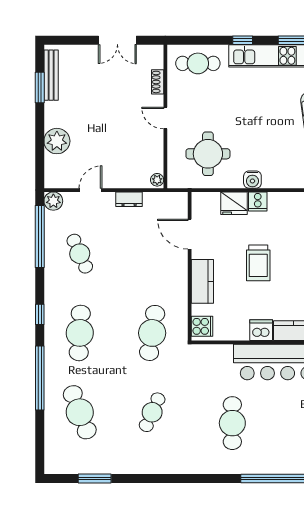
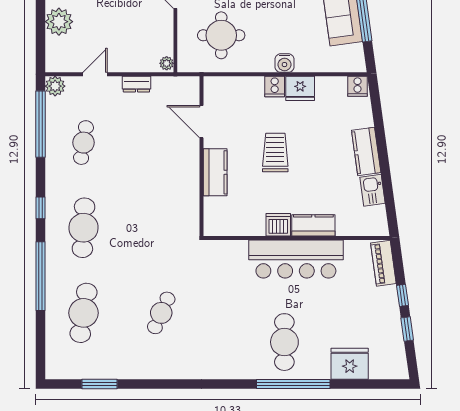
water cooler: (252, 180) -> (284, 63), moved
fridge: (234, 203) -> (300, 88), moved
cafe table: (80, 254) -> (84, 143), turned 33
trolley: (258, 263) -> (275, 152), turned 180
cooker: (202, 326) -> (215, 221), removed
cafe table: (152, 333) -> (161, 228), removed
cafe table: (80, 412) -> (84, 313), turned 30
cafe table: (232, 423) -> (284, 342), moved

